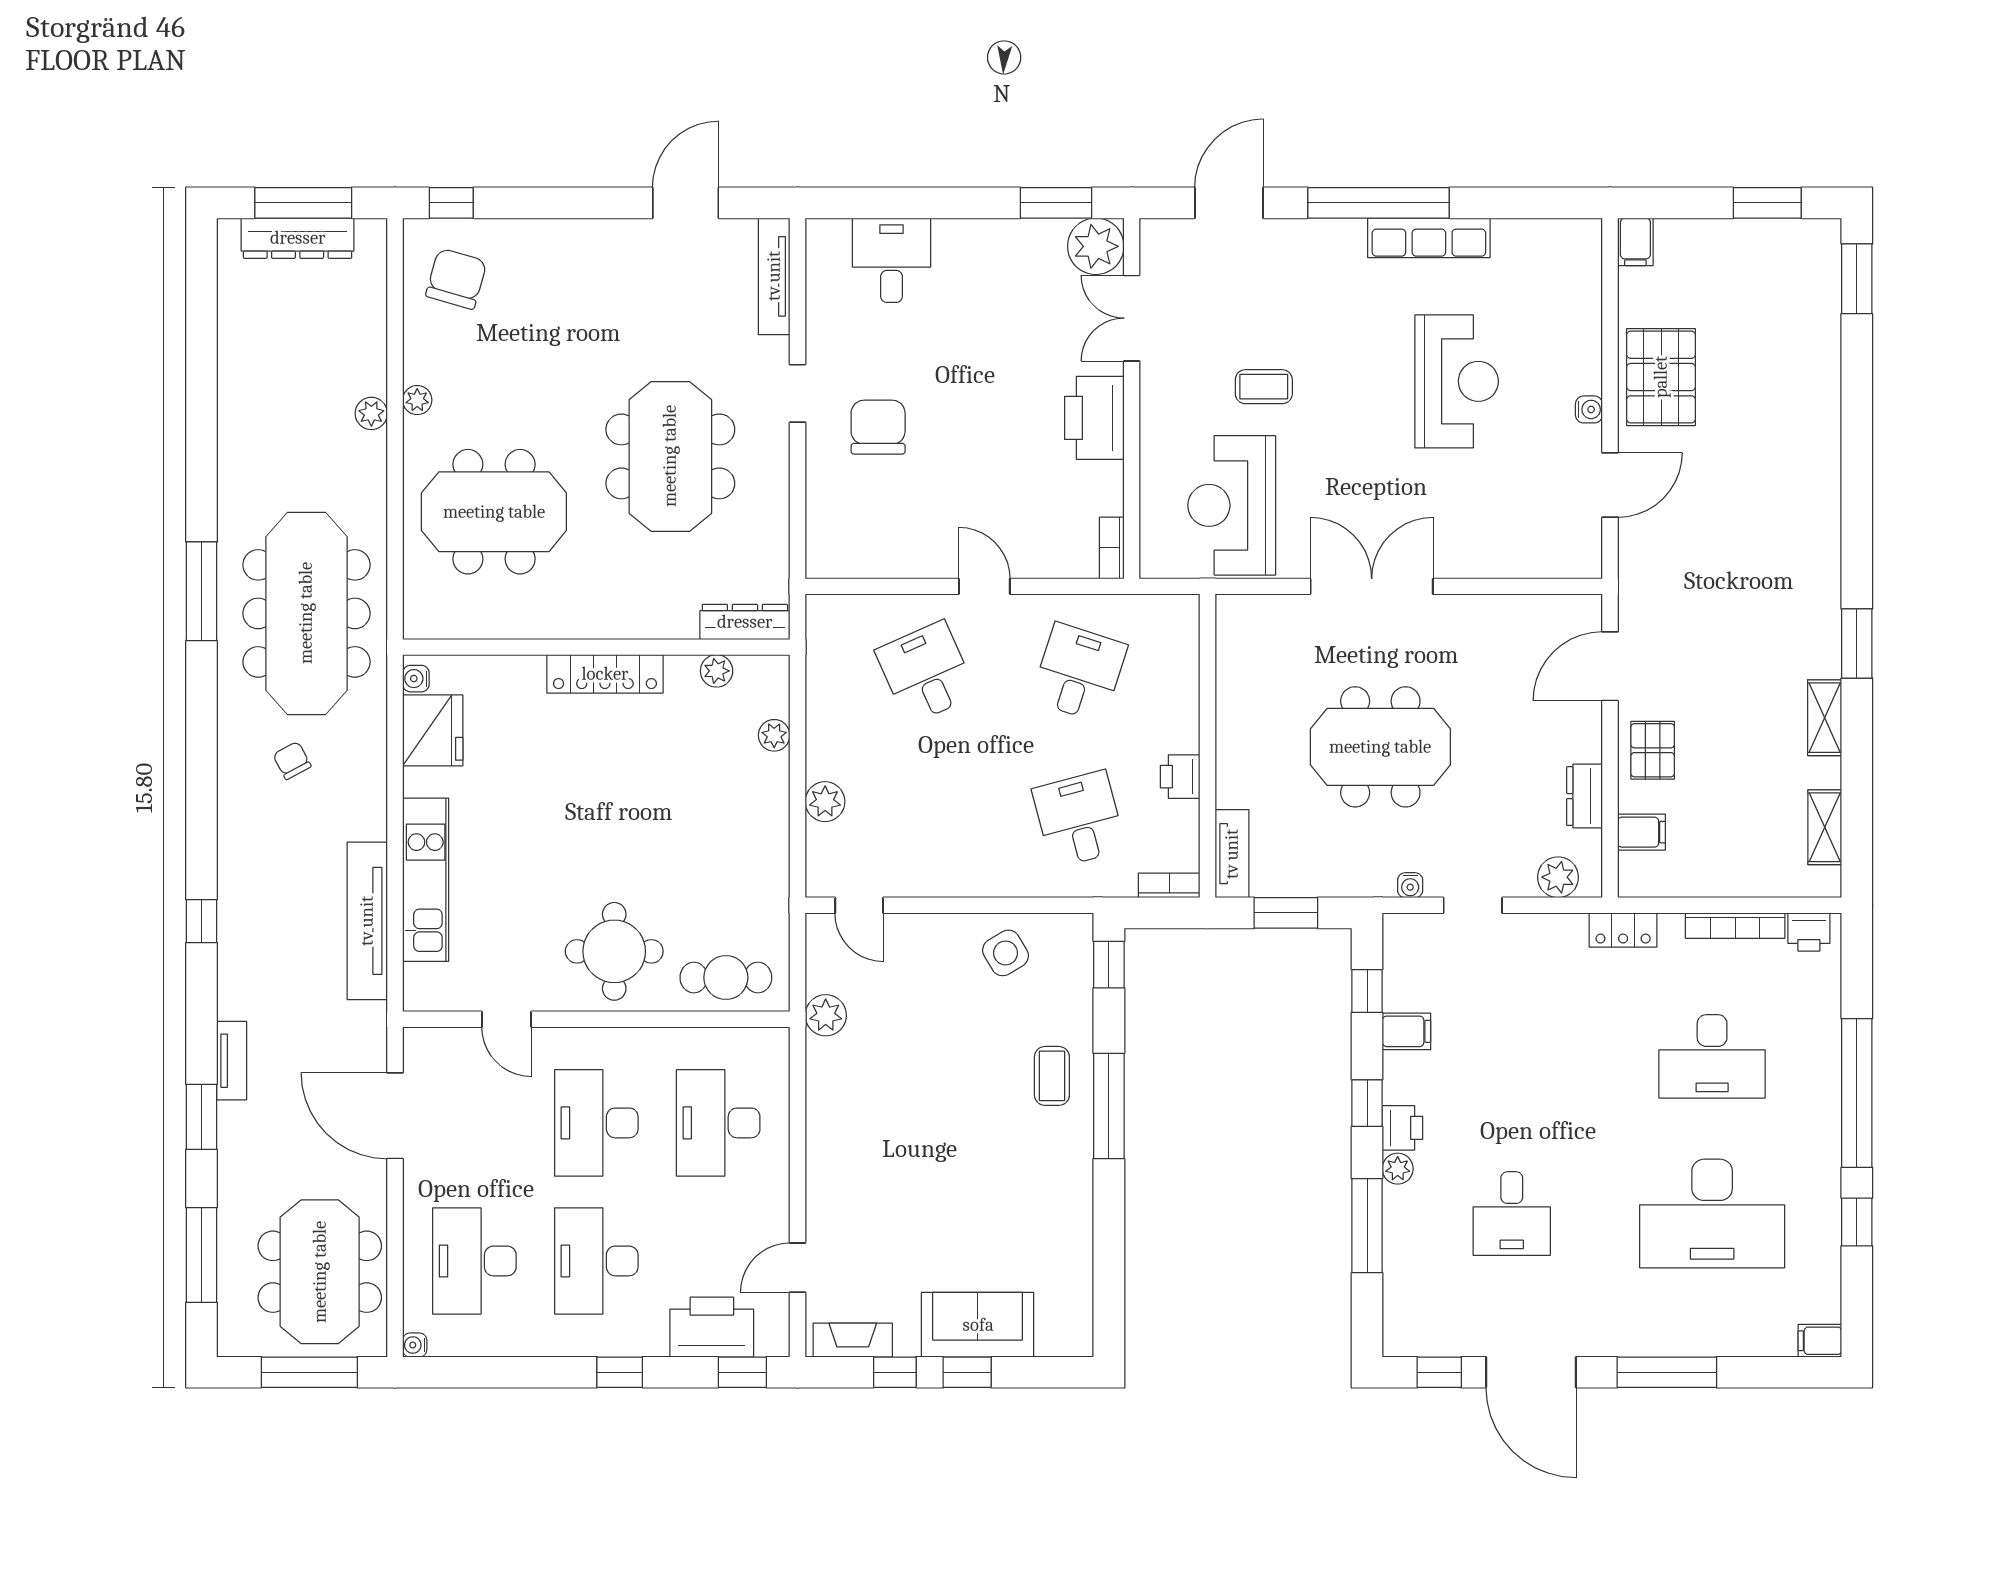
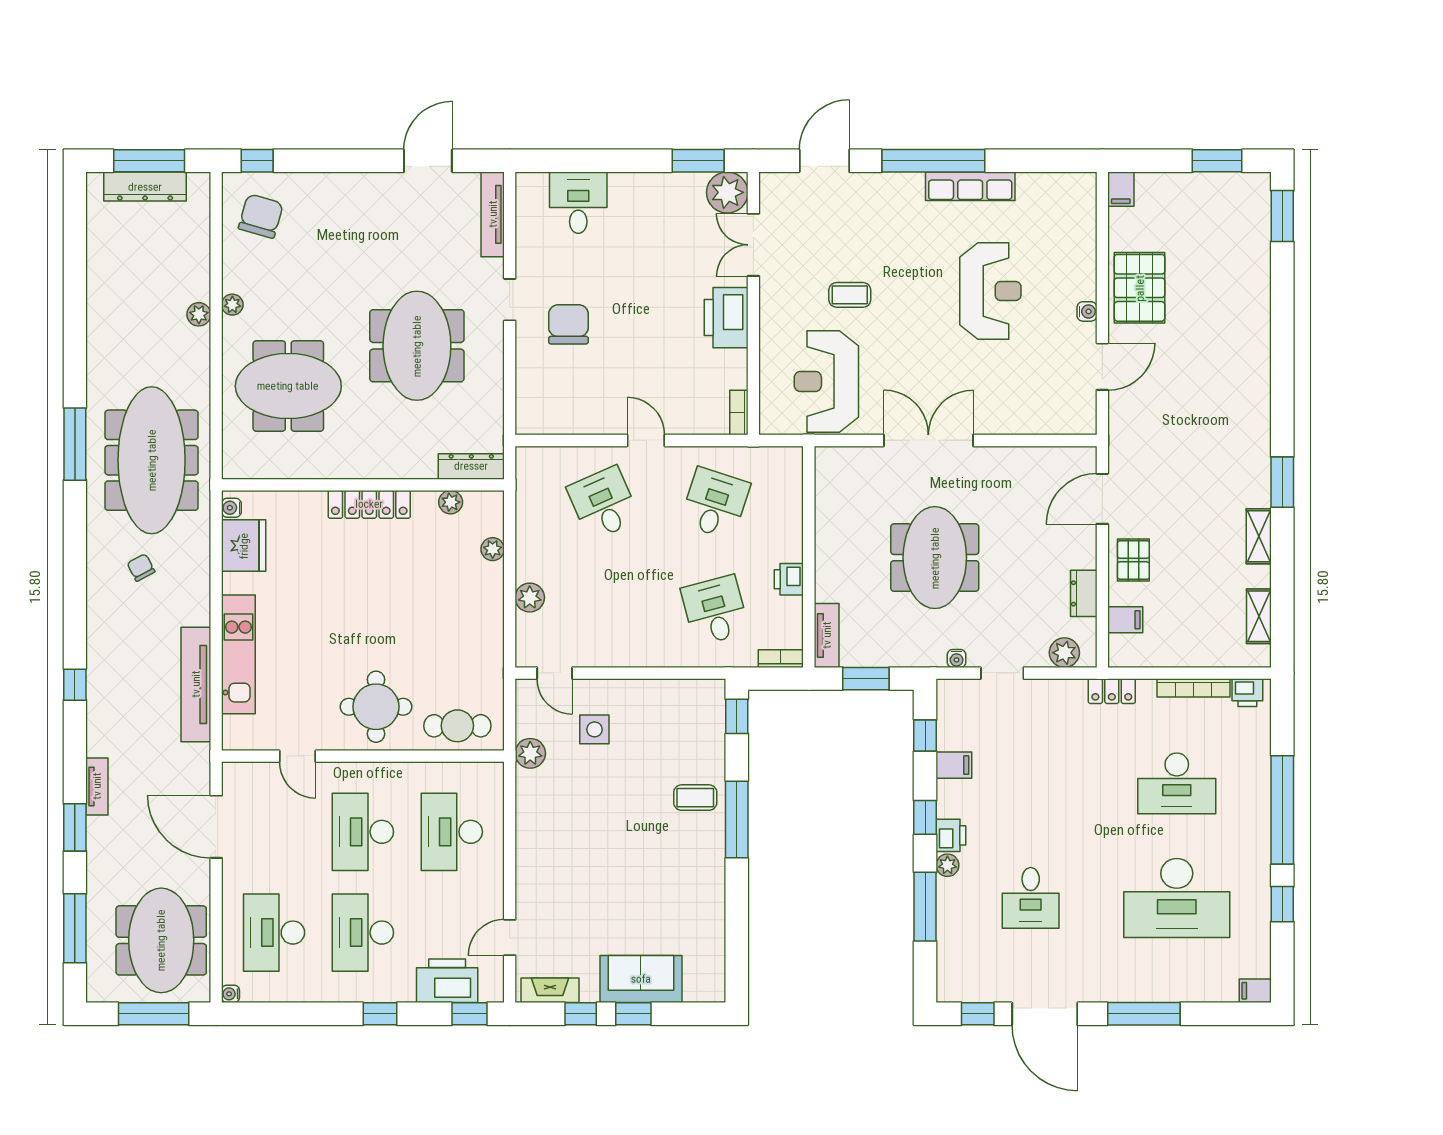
meeting table: (1380, 747) -> (935, 558), turned 90
side table: (1006, 953) -> (594, 729), moved, turned 31
coffee table: (1052, 1076) -> (695, 798), turned 90

